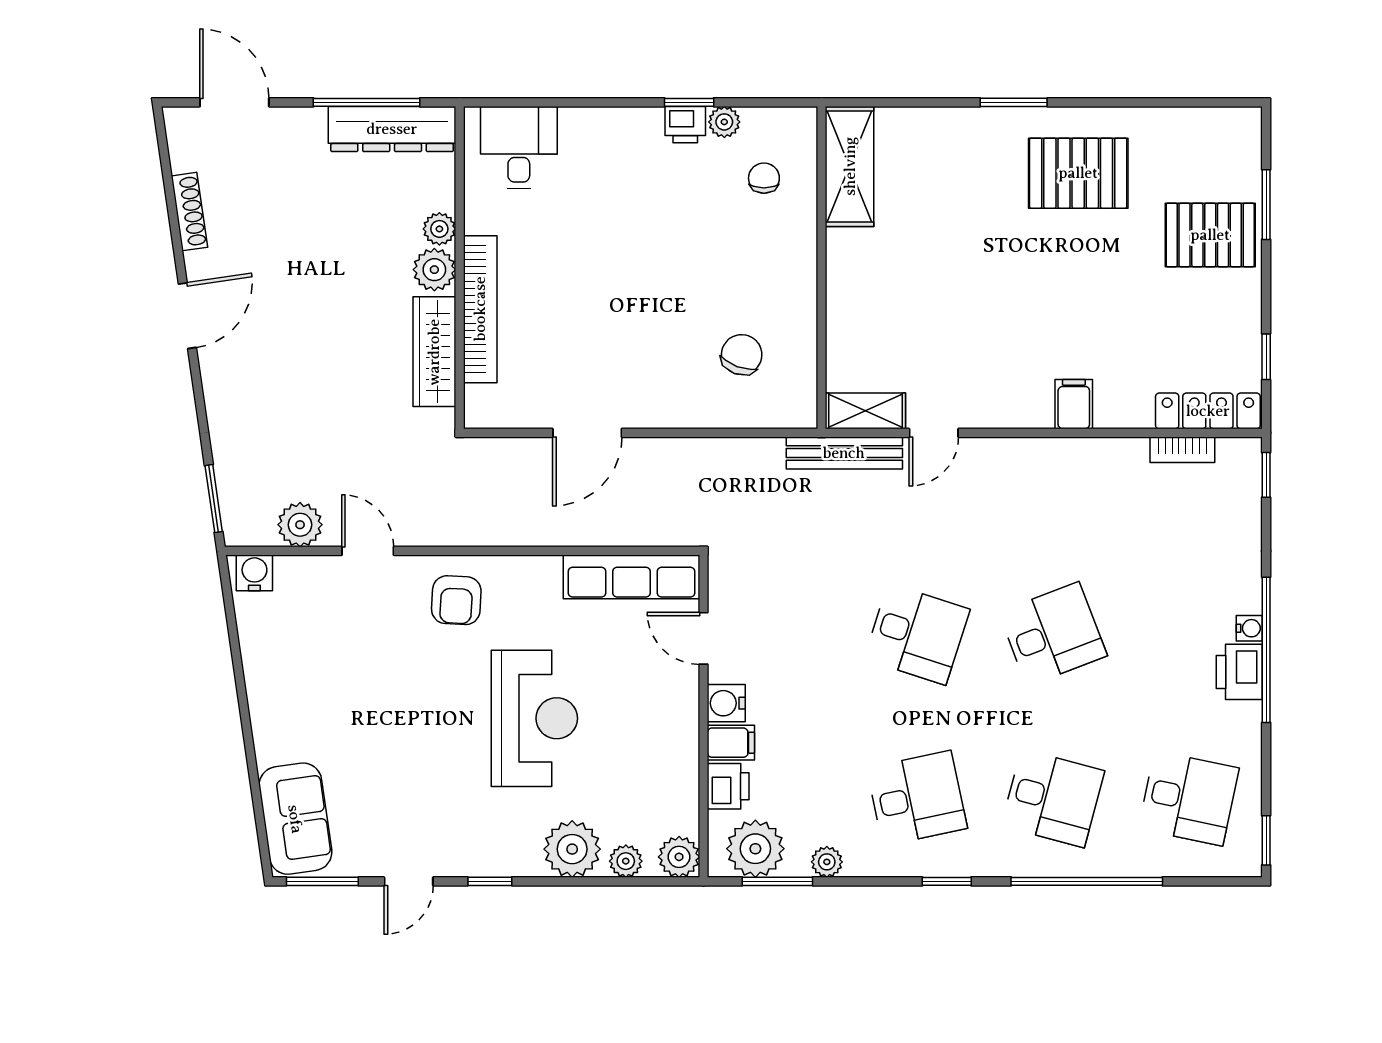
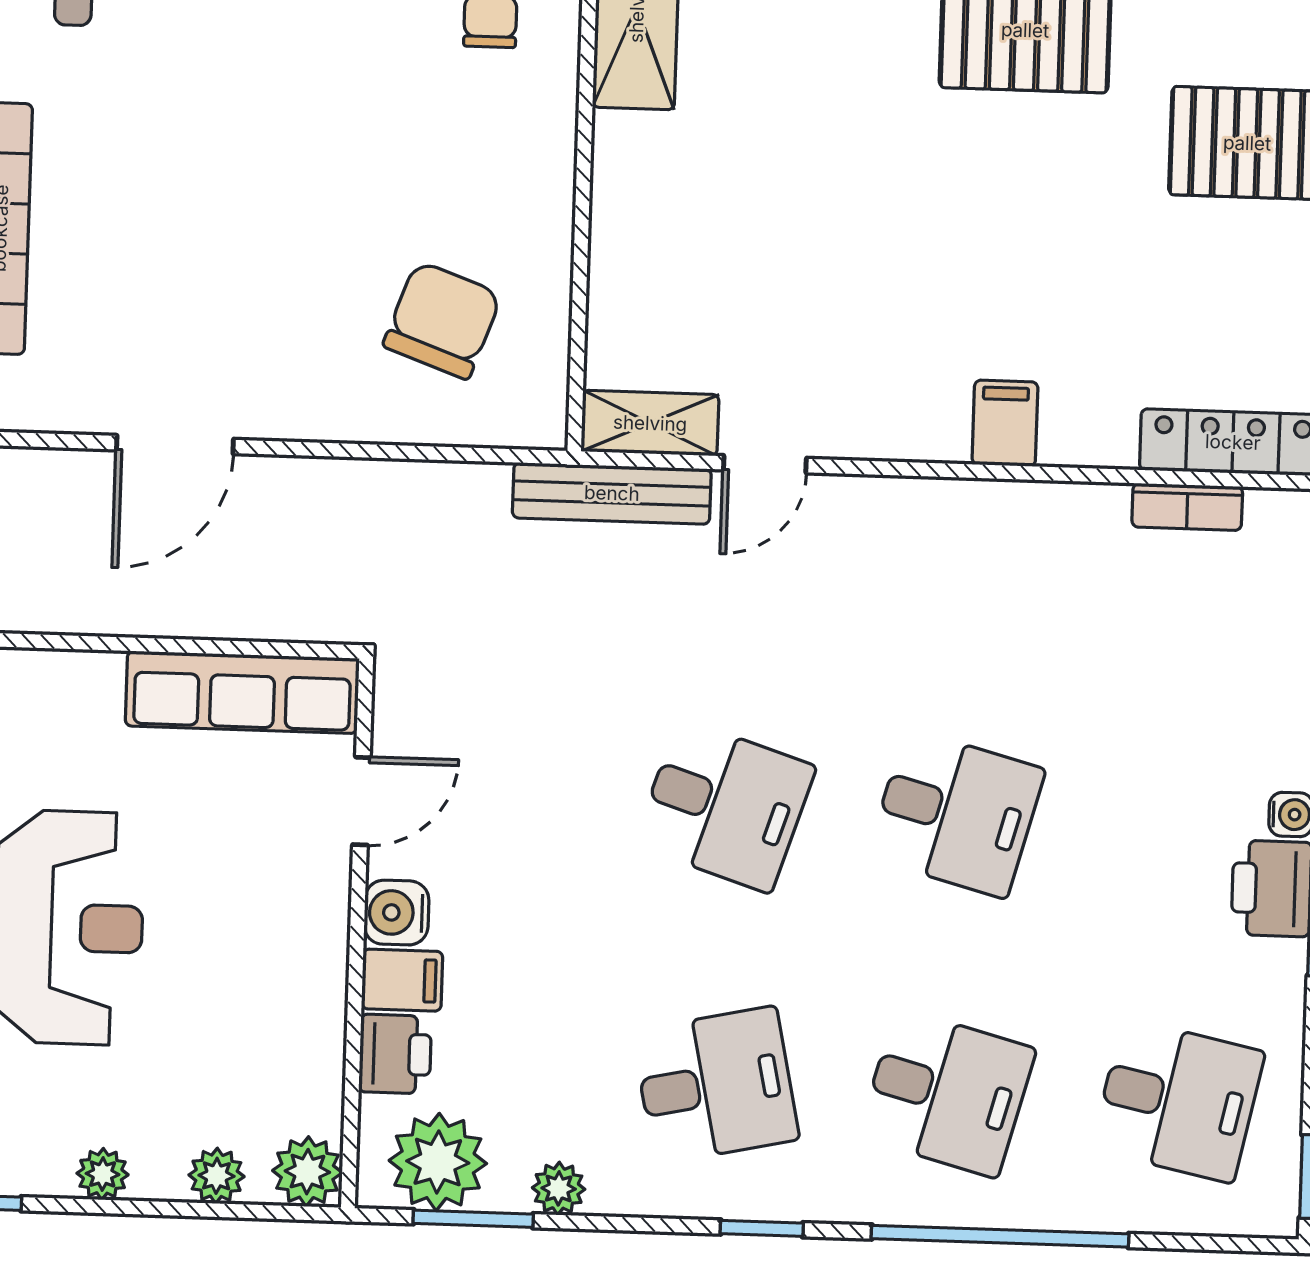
chair: (742, 355) -> (442, 320), width x1.37, depth x1.37
desk: (1053, 634) -> (956, 813), turned 36
door: (704, 638) -> (361, 801), swing flipped
plant: (572, 849) -> (103, 1174), width x0.53, depth x0.53

